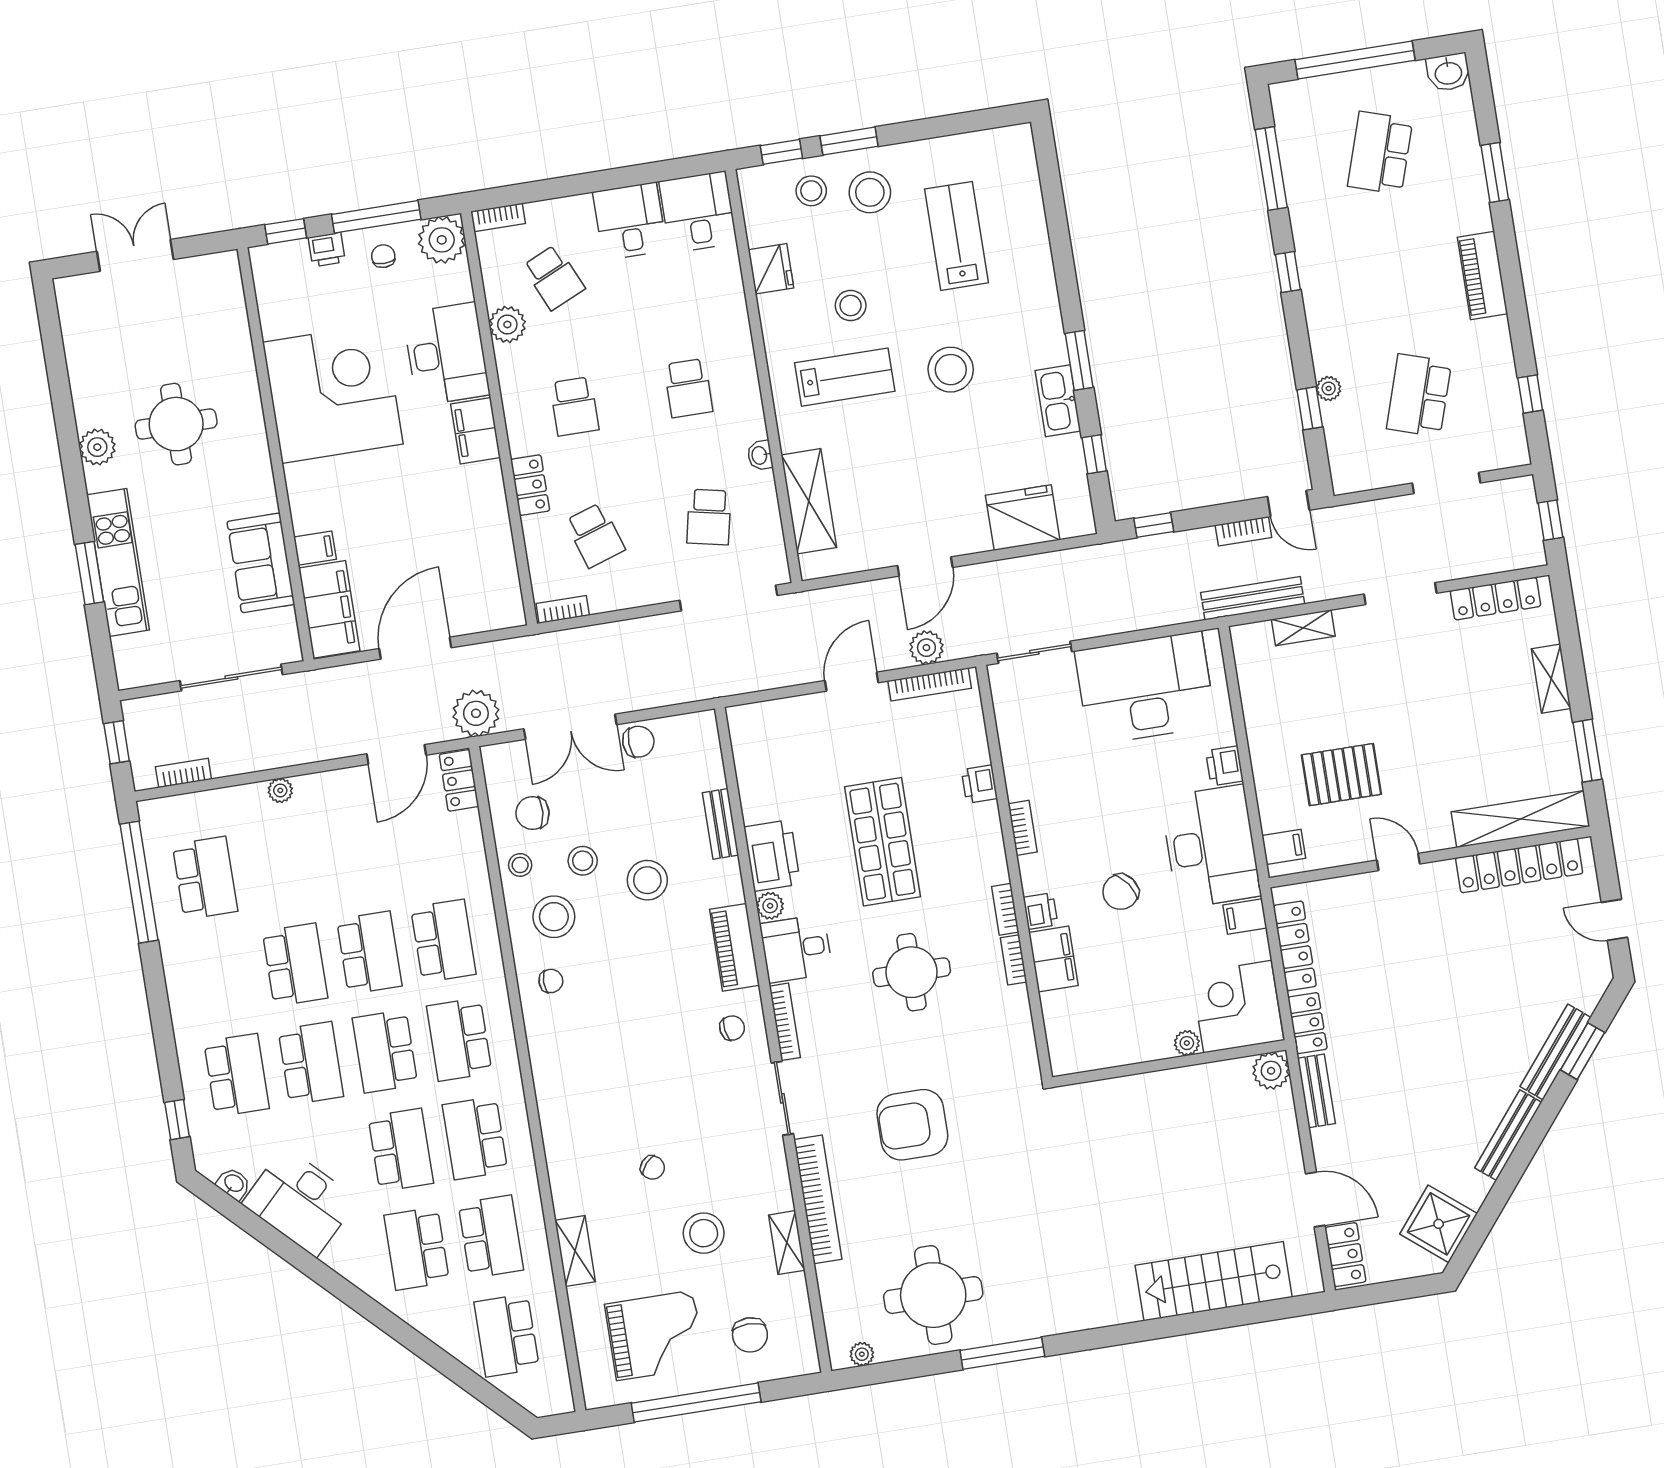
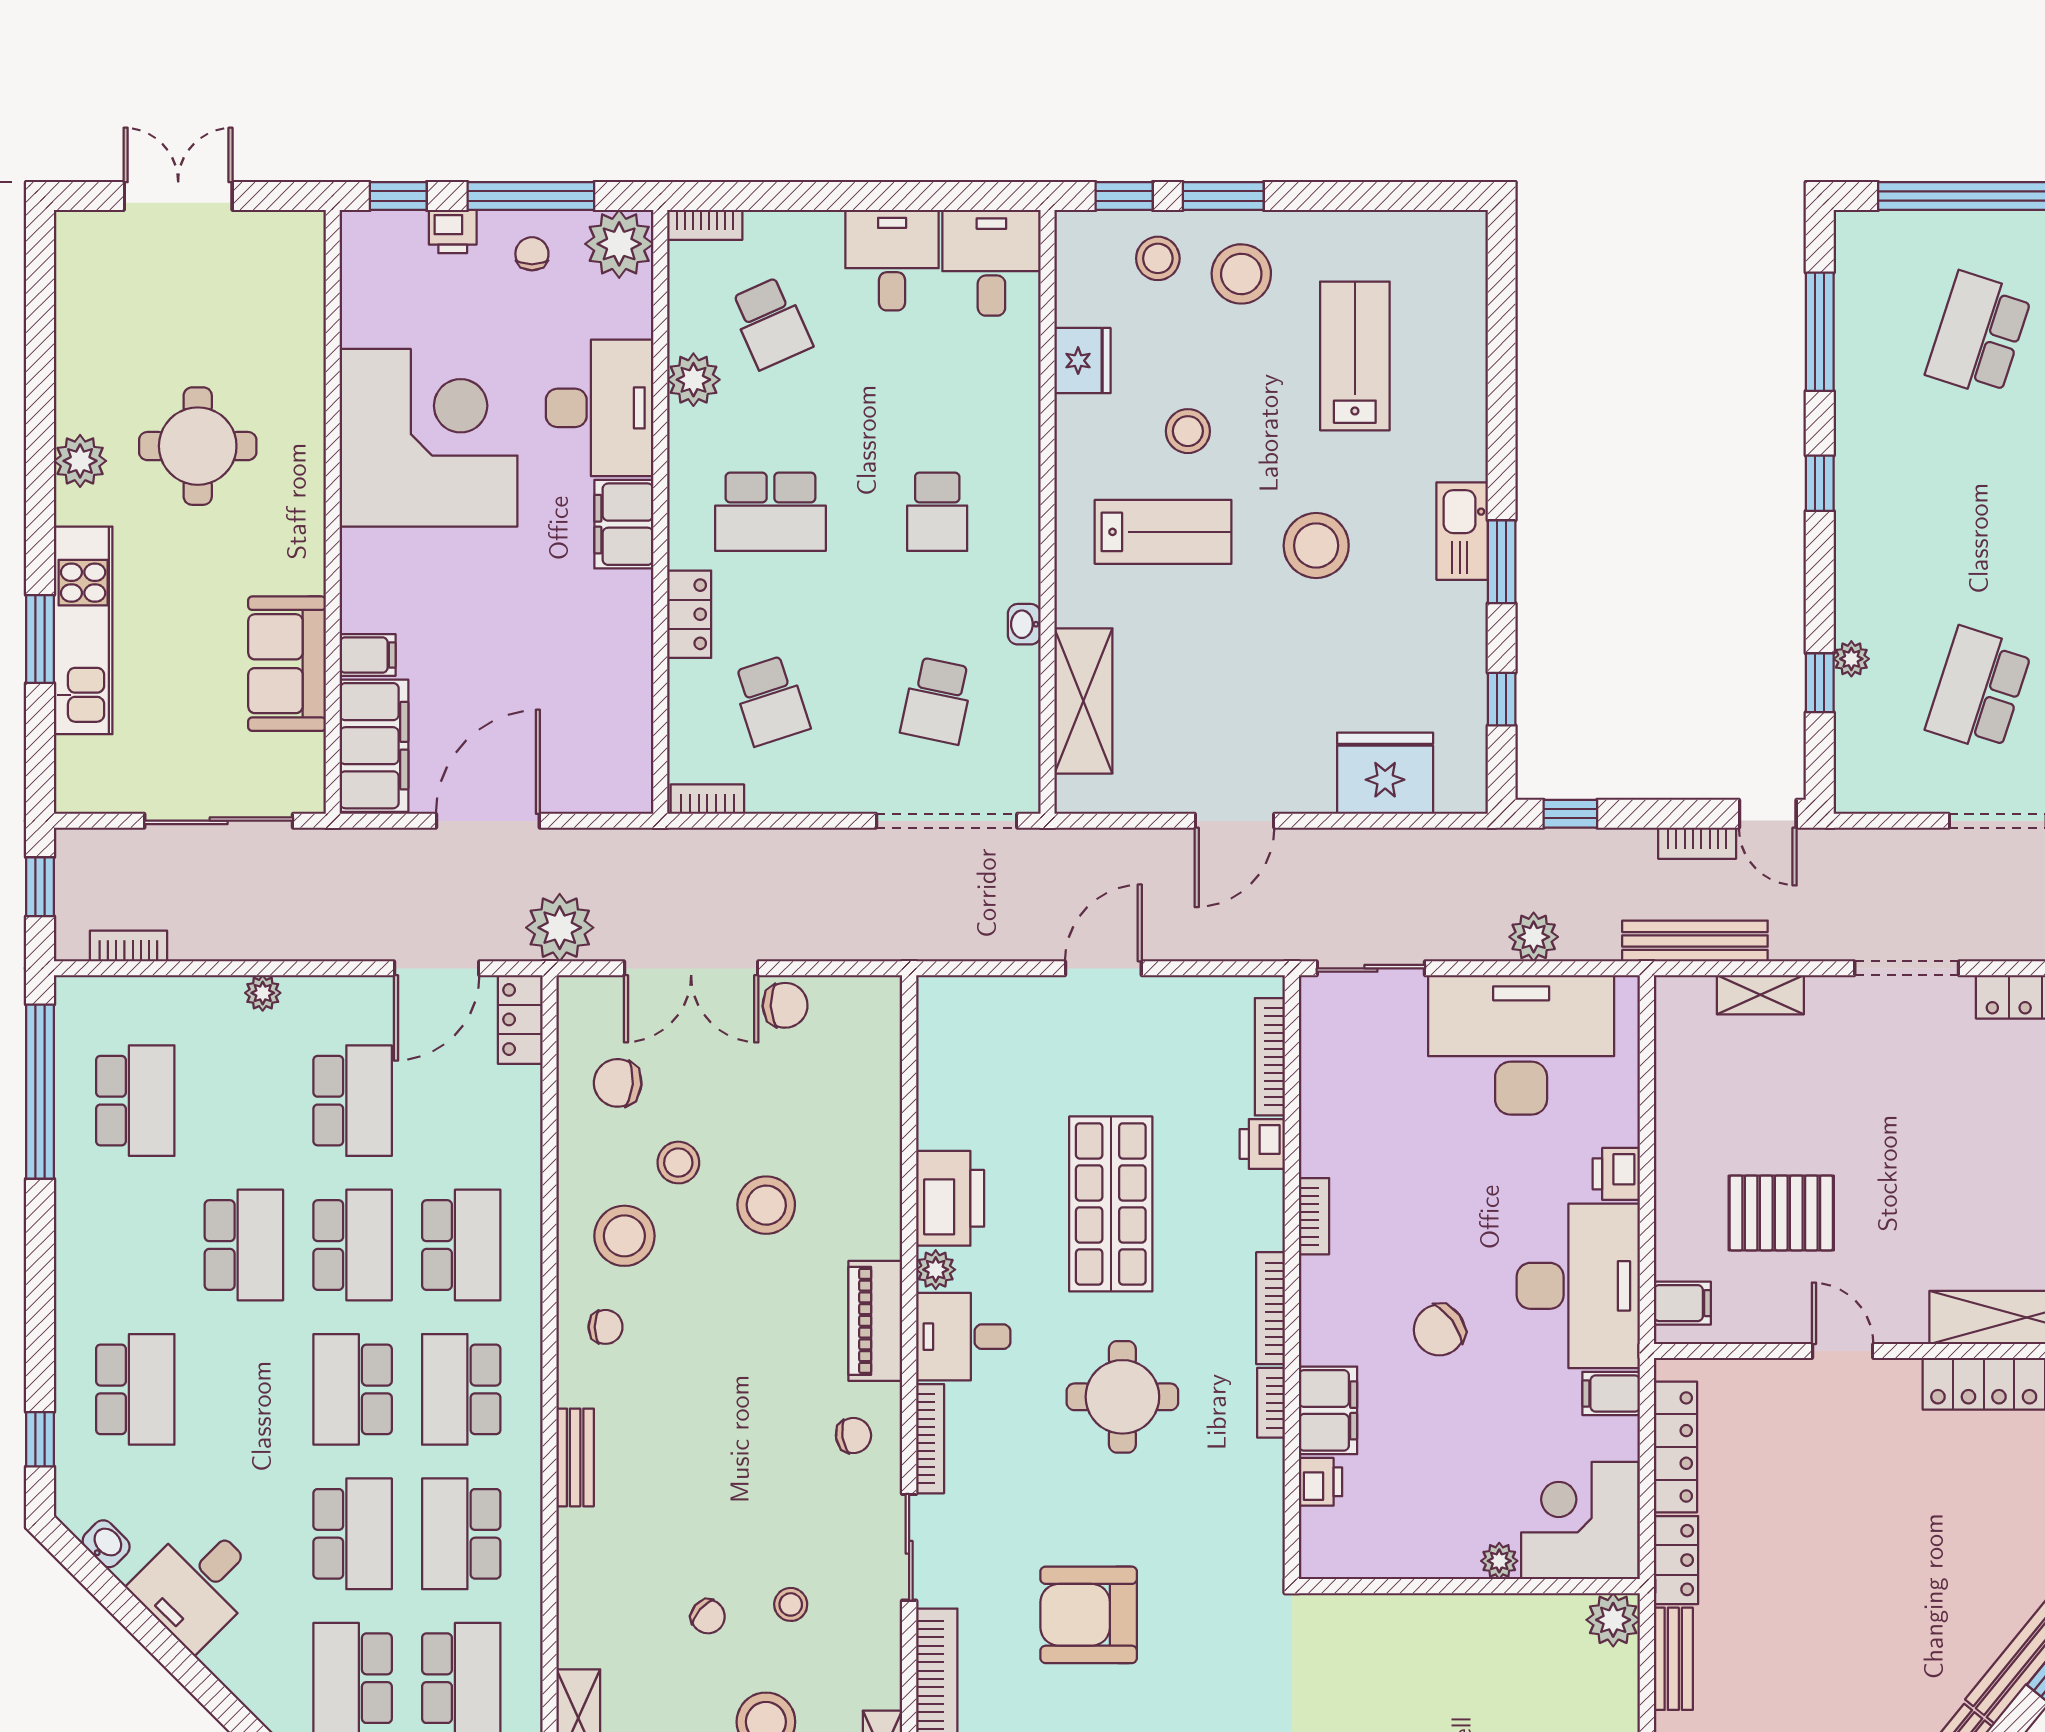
kitchen sink: (1058, 401) -> (1462, 531), moved
school desk: (574, 406) -> (770, 512), width x1.85
plant: (926, 648) -> (1534, 937), moved
bookcase: (930, 684) -> (1270, 1057), moved, turned 90
bench: (720, 824) -> (575, 1457), moved
stool: (520, 865) -> (791, 1604), moved
bookcase: (1005, 909) -> (1271, 1308), width x1.56
printer: (1040, 911) -> (1320, 1482), moved
school desk: (311, 1063) -> (353, 1101), moved
desk: (300, 1202) -> (197, 1584), width x0.73

